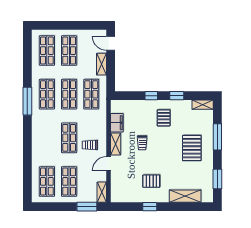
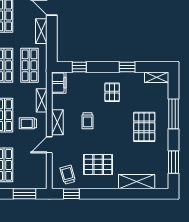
window: (151, 96) -> (79, 67), moved
filing cabinet: (117, 123) -> (59, 83), moved
pallet: (151, 181) -> (98, 164), width x1.50, depth x1.42
trolley: (125, 190) -> (68, 175), added
shelving: (102, 192) -> (42, 100), moved
window: (150, 207) -> (71, 194), moved

